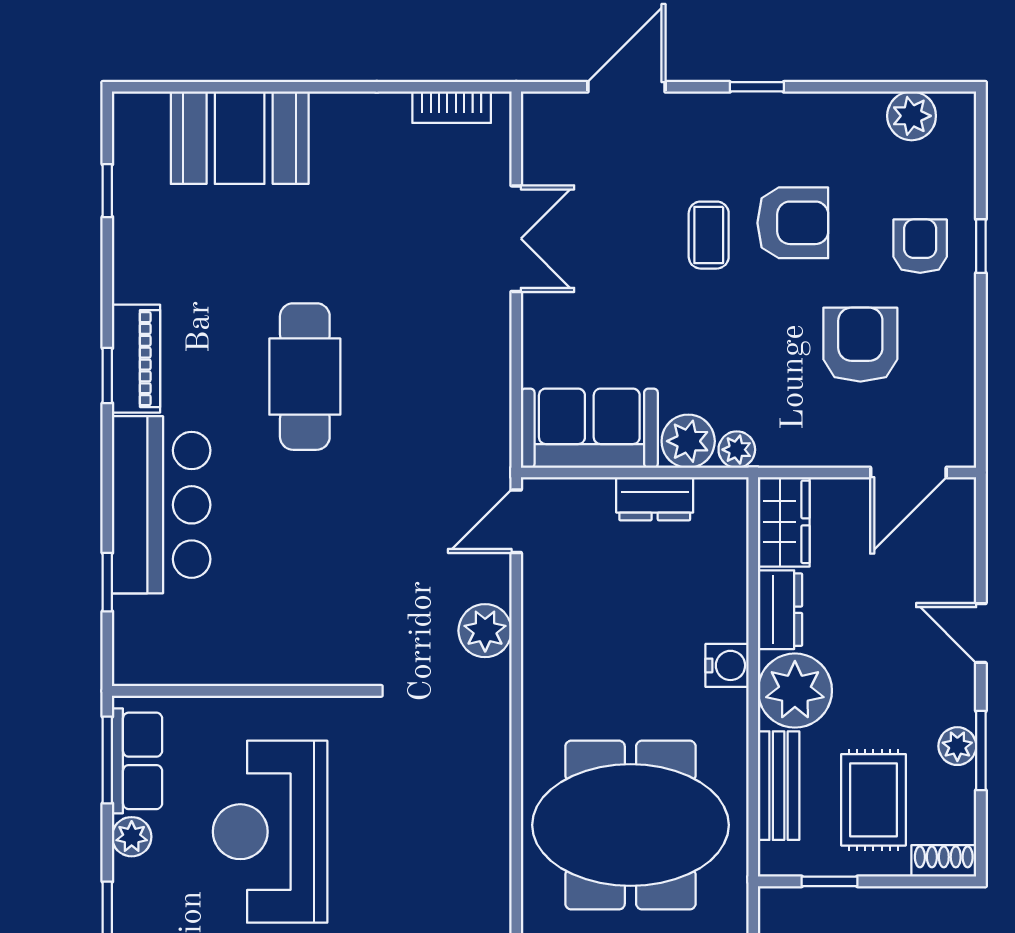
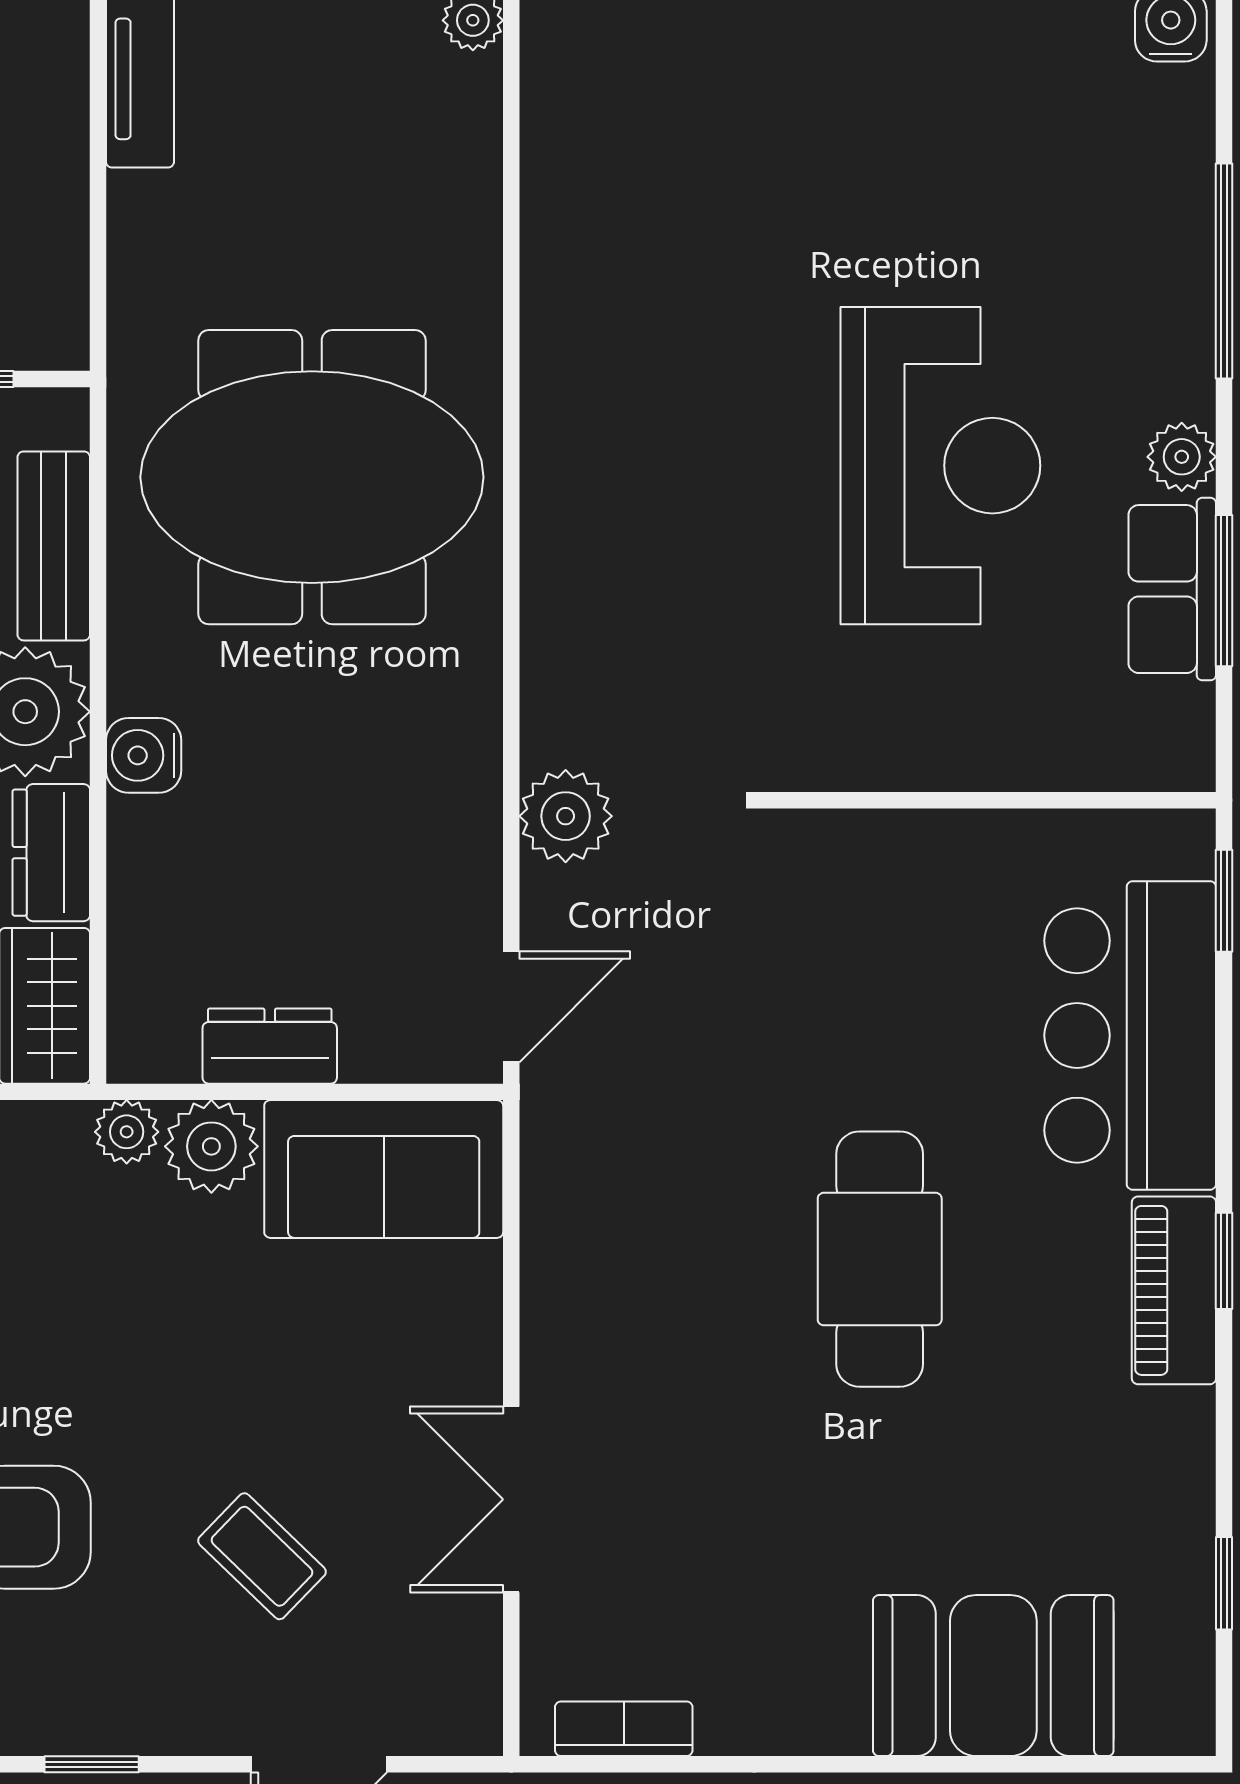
coffee table: (709, 235) -> (262, 1556), moved, turned -46
wall: (242, 691) -> (989, 800), moved

